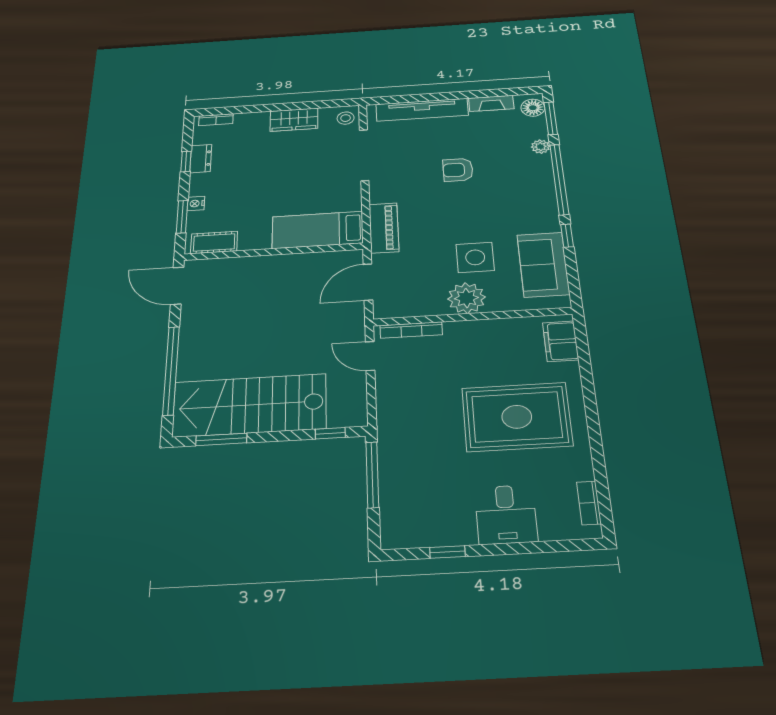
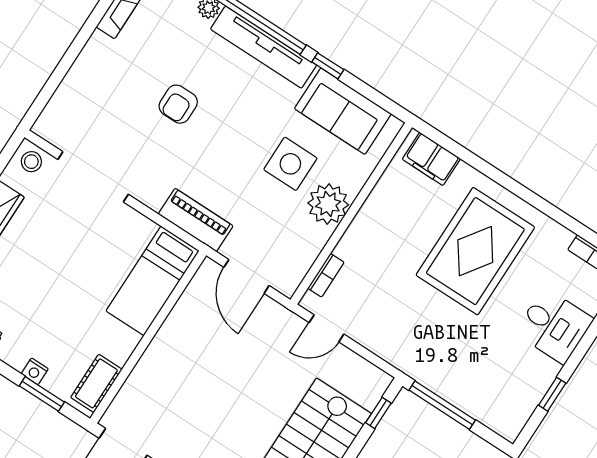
tv unit: (422, 110) -> (263, 47), moved, turned 90
bookcase: (411, 330) -> (326, 275), width x0.64

